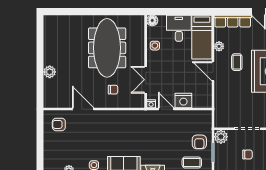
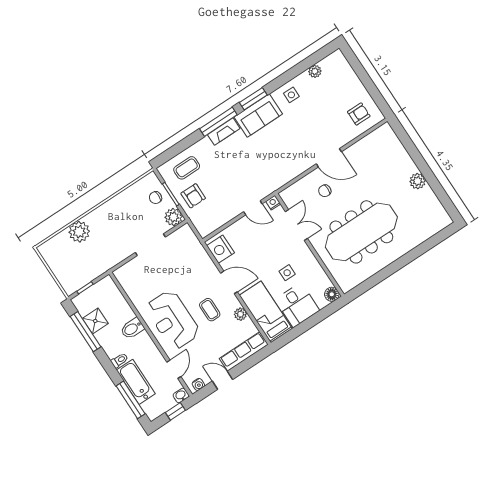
side table: (155, 46) -> (287, 273), moved
meeting table: (107, 48) -> (361, 232), turned 90
plant: (50, 72) -> (418, 181), moved
nightstand: (183, 100) -> (221, 249), moved, turned -90
door: (83, 109) -> (329, 158), moved
armchair: (199, 142) -> (193, 196), turned 180
chair: (247, 154) -> (156, 198), moved

